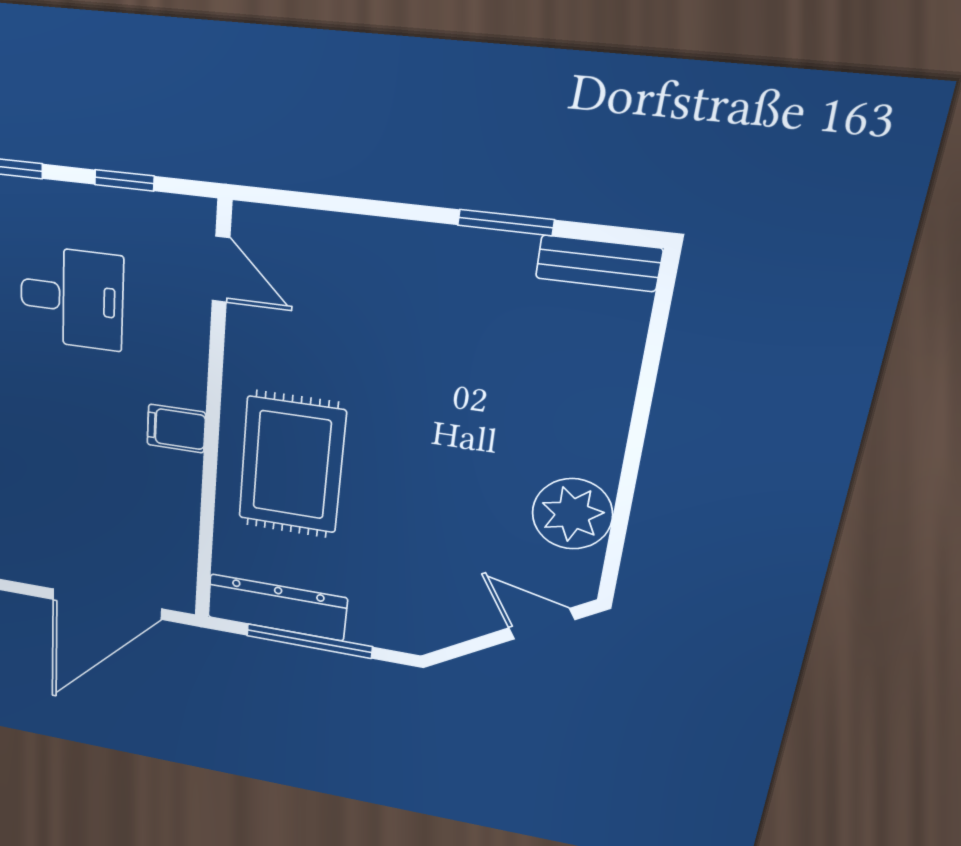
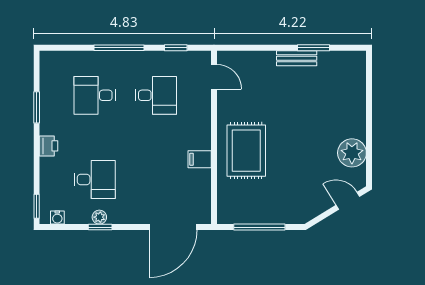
bench: (599, 263) -> (297, 58), moved
filing cabinet: (176, 429) -> (200, 159), moved
dresser: (277, 607) -> (245, 214), removed

